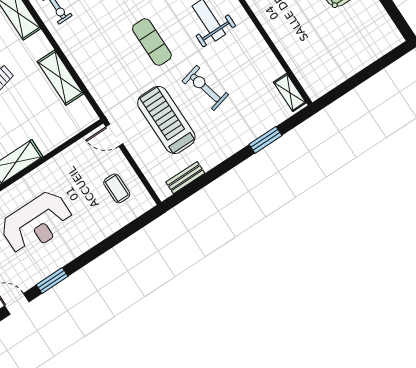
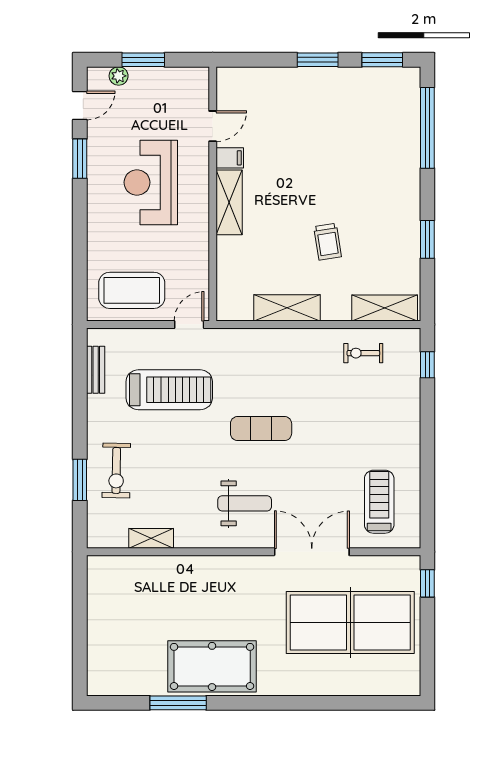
exercise bike: (205, 88) -> (116, 470), moved, turned 105
shelving: (290, 93) -> (151, 538), moved
coffee table: (117, 188) -> (132, 290), width x1.86, depth x1.72

